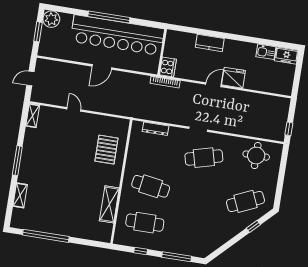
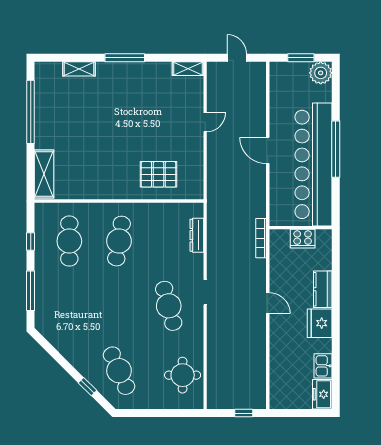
cooker: (168, 67) -> (303, 239), moved
fridge: (234, 78) -> (320, 323), moved, turned 180
window: (289, 129) -> (244, 413), moved
shelving: (109, 204) -> (44, 174), moved, turned 90

